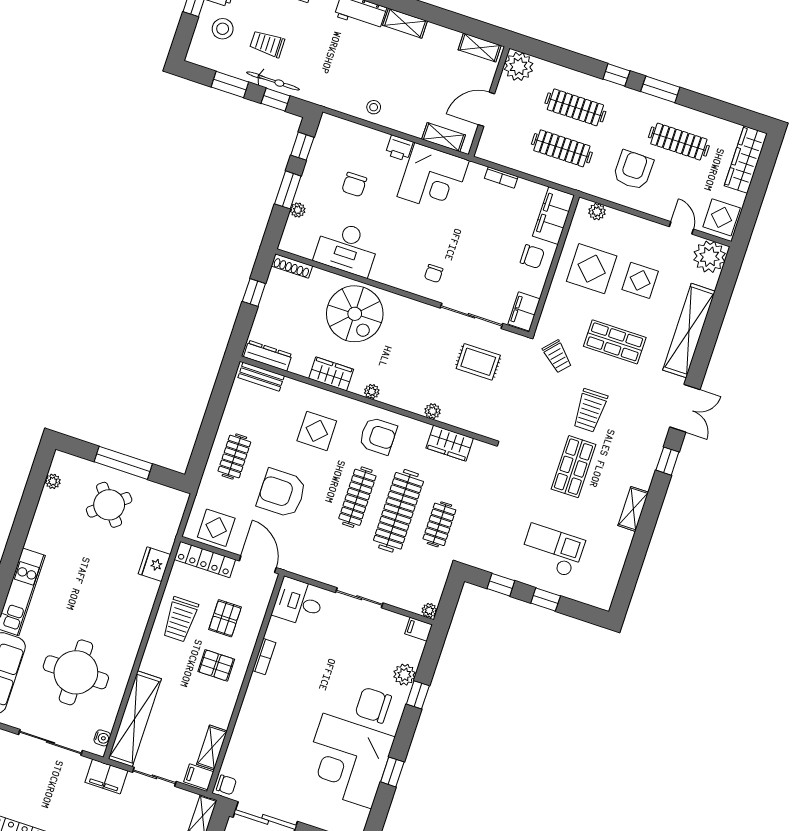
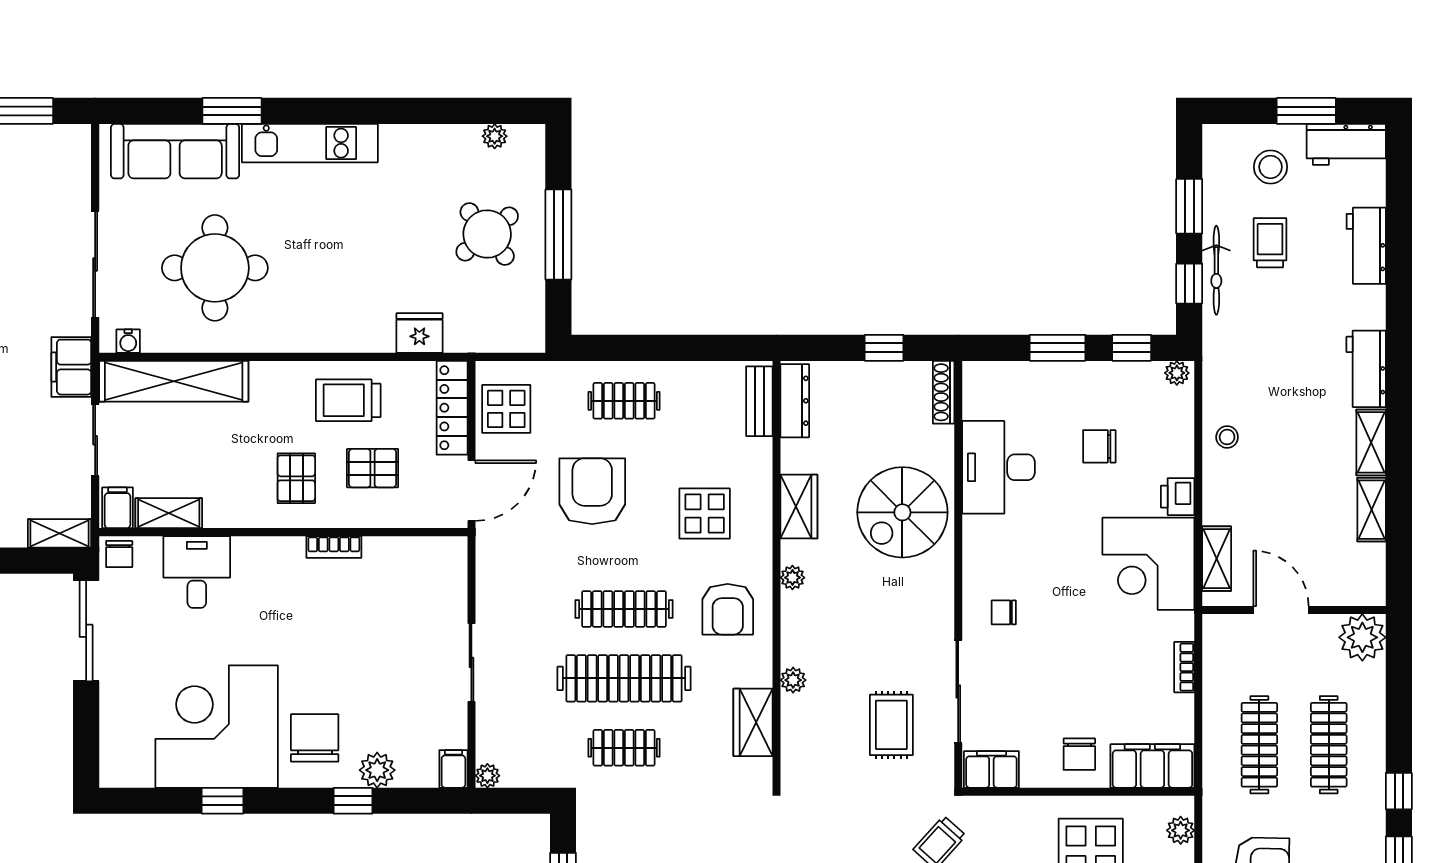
shelving: (480, 48) -> (1372, 510), moved
plant: (298, 210) -> (1177, 373), moved
desk: (298, 602) -> (197, 572), moved

